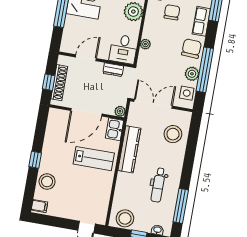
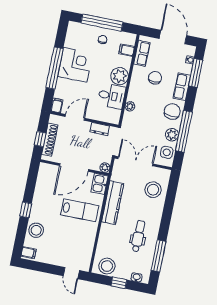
filing cabinet: (66, 45) -> (57, 105), added
desk: (123, 49) -> (112, 96), moved, turned -90
dental chair: (158, 185) -> (138, 236), turned 180

